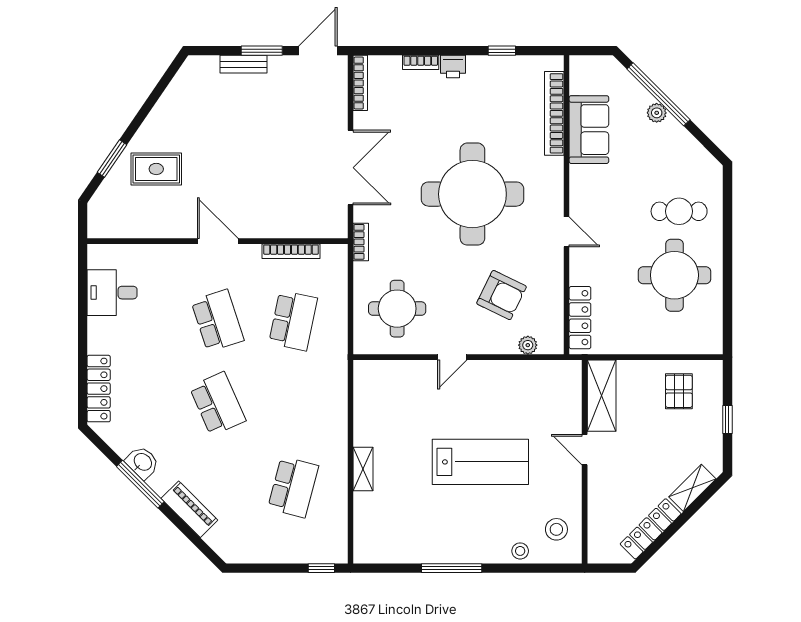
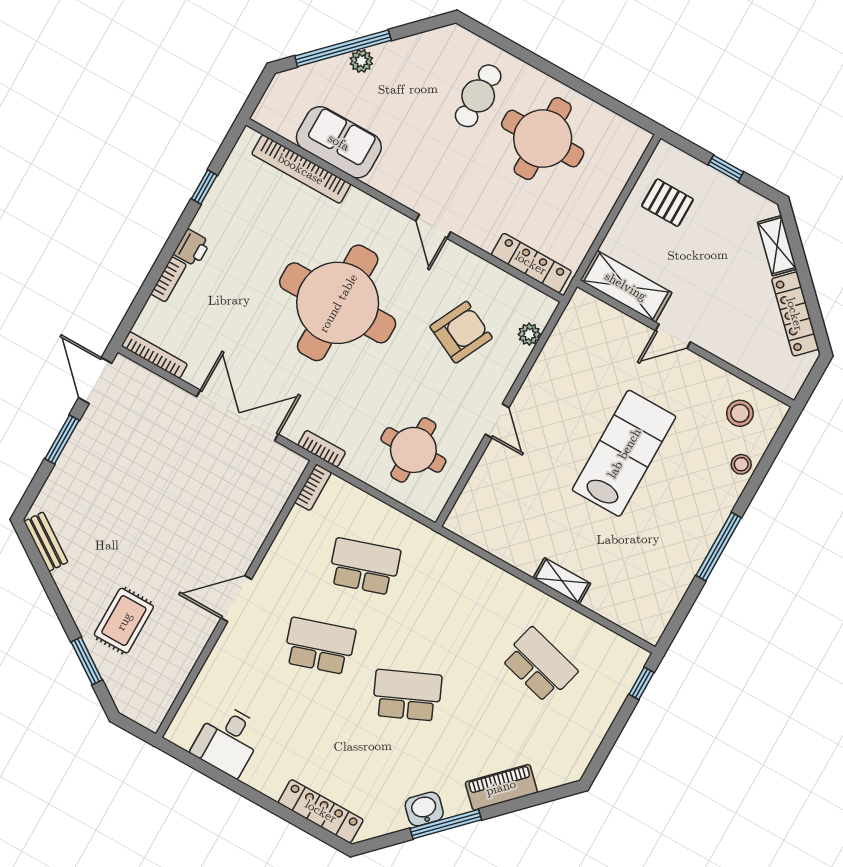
bench: (244, 64) -> (46, 542), moved, turned -56
door: (567, 232) -> (433, 226), swing flipped
bookcase: (291, 251) -> (313, 487), moved, width x0.64
school desk: (293, 321) -> (364, 566), turned -30

